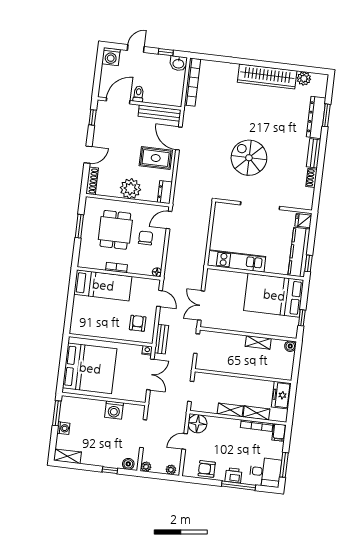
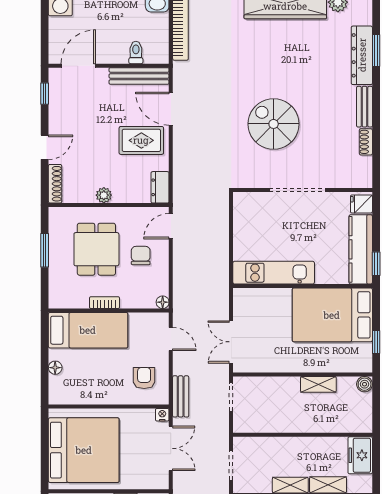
toilet: (138, 94) -> (136, 53), moved
plant: (130, 189) -> (104, 195), width x0.53, depth x0.53
floor lamp: (77, 309) -> (55, 368), added

